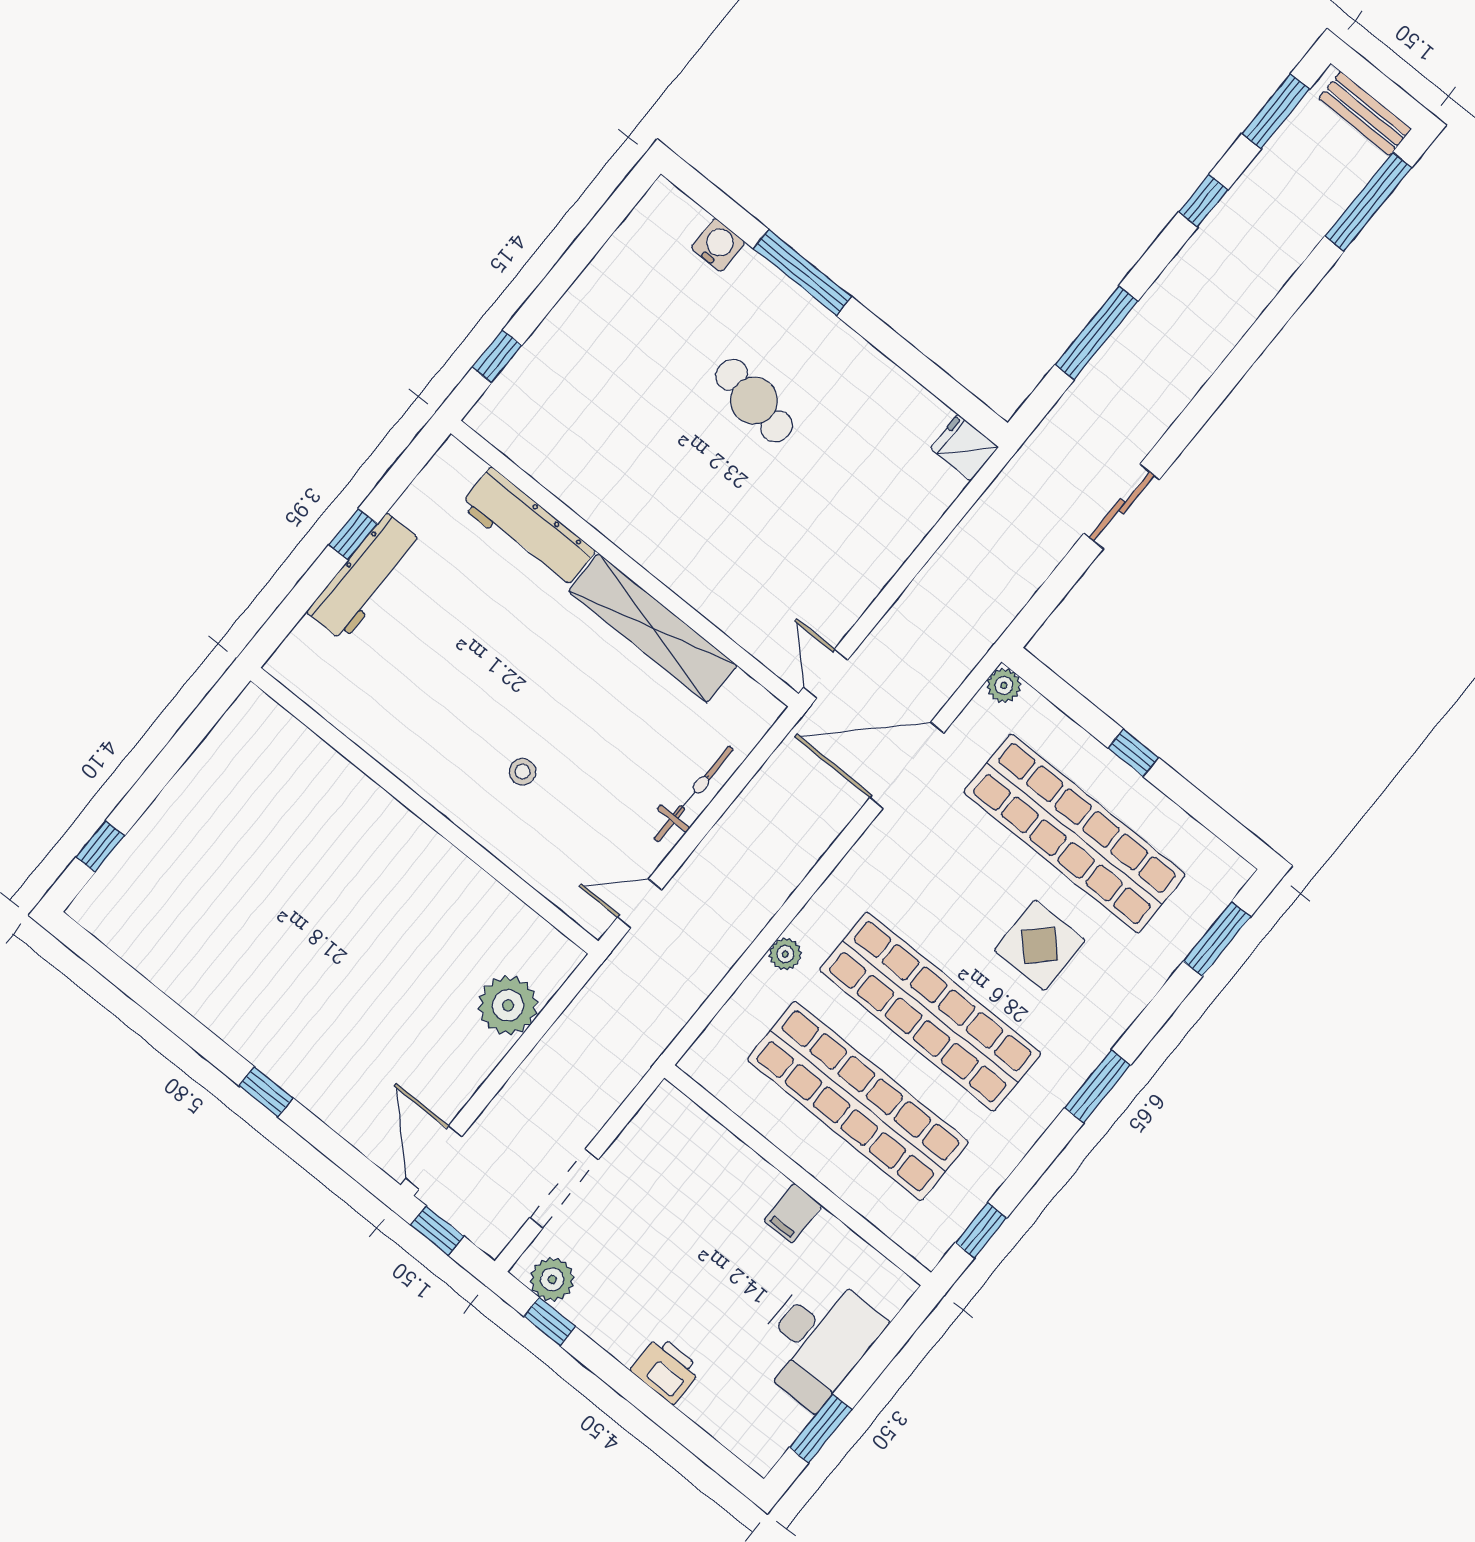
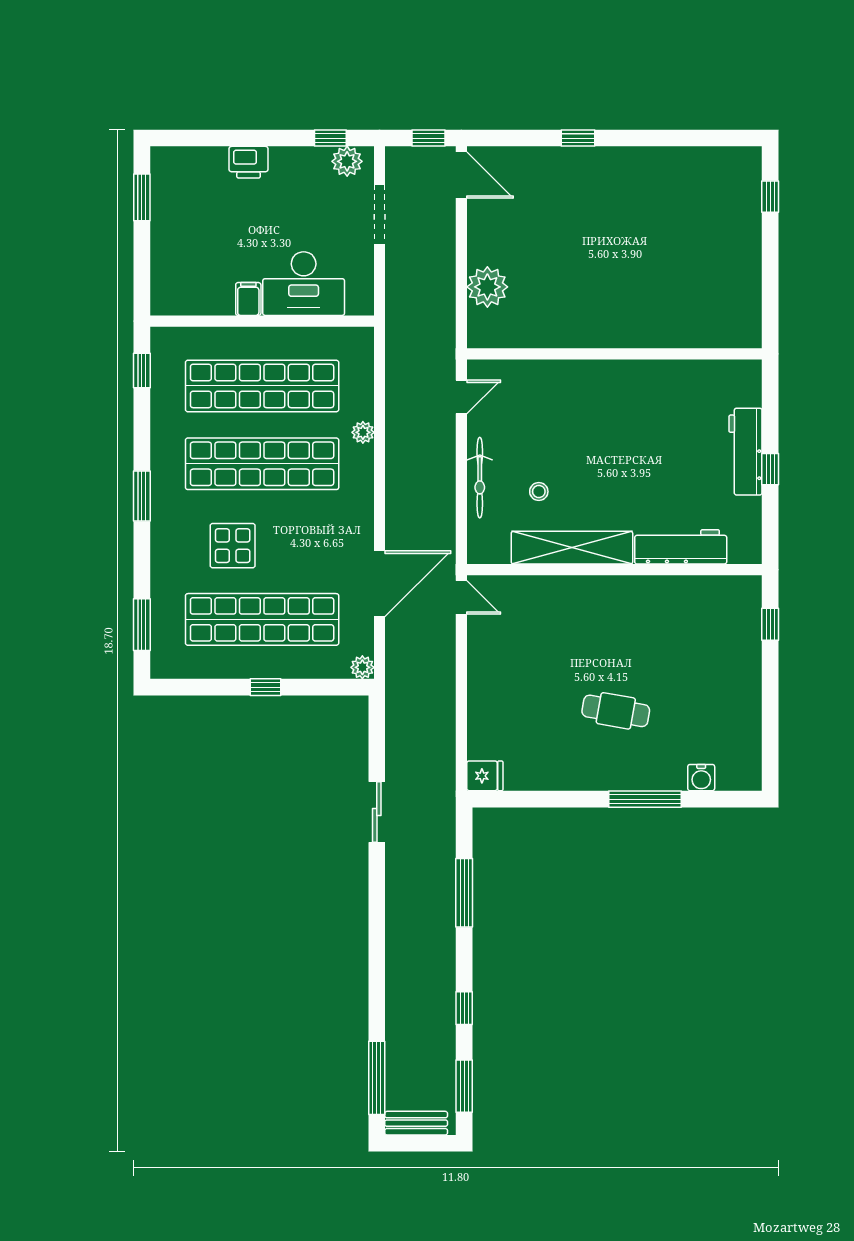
stool: (523, 772) -> (539, 492), moved
desk: (817, 1339) -> (304, 284), moved, turned -90

